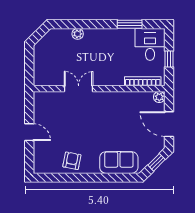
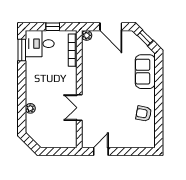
window: (130, 24) -> (22, 50), moved
door: (169, 124) -> (111, 27), hinge flipped
door: (29, 132) -> (101, 152), moved

